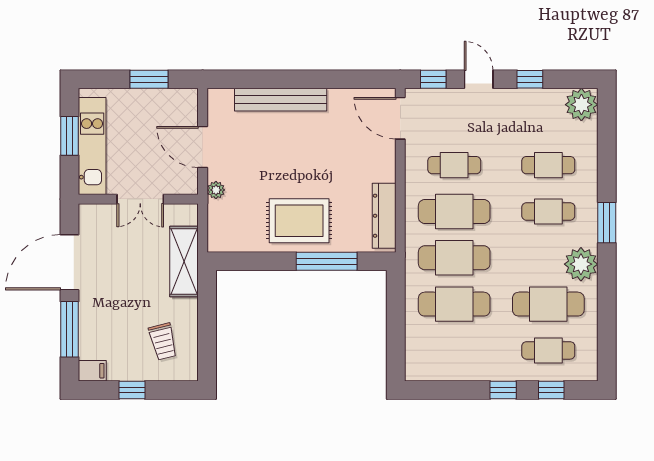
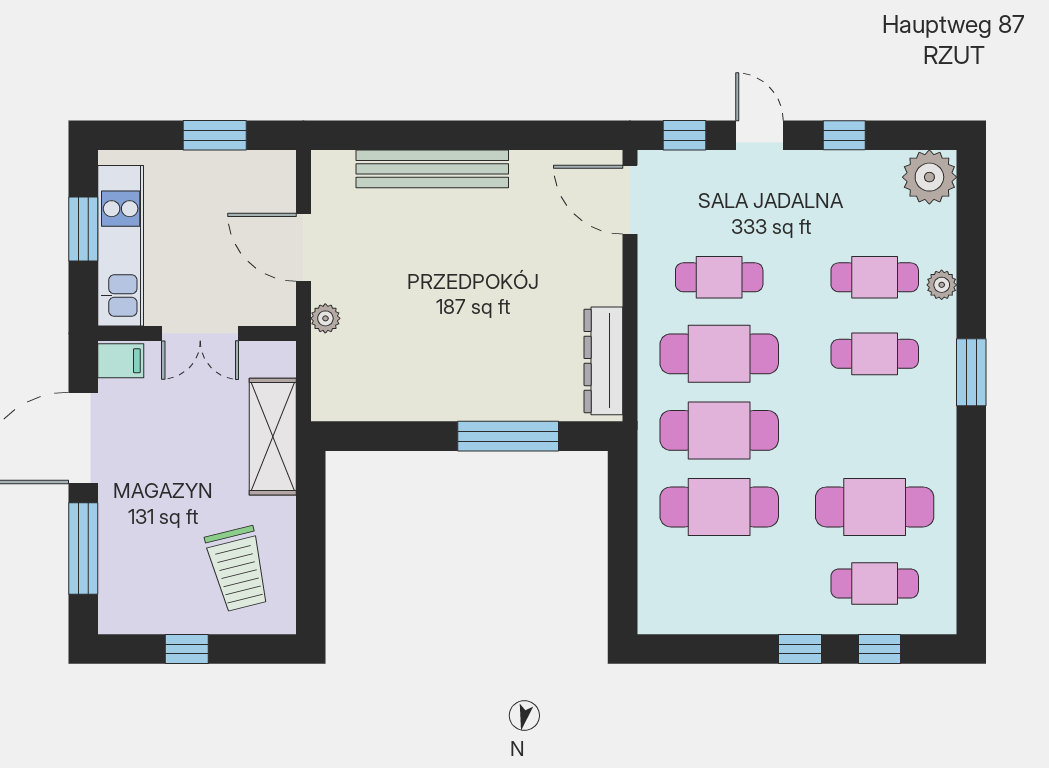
rug: (299, 221) -> (463, 369), removed
plant: (581, 264) -> (942, 285), moved, width x0.53, depth x0.53
trolley: (163, 342) -> (238, 569), width x1.36, depth x1.39
filing cabinet: (92, 371) -> (121, 361), moved

